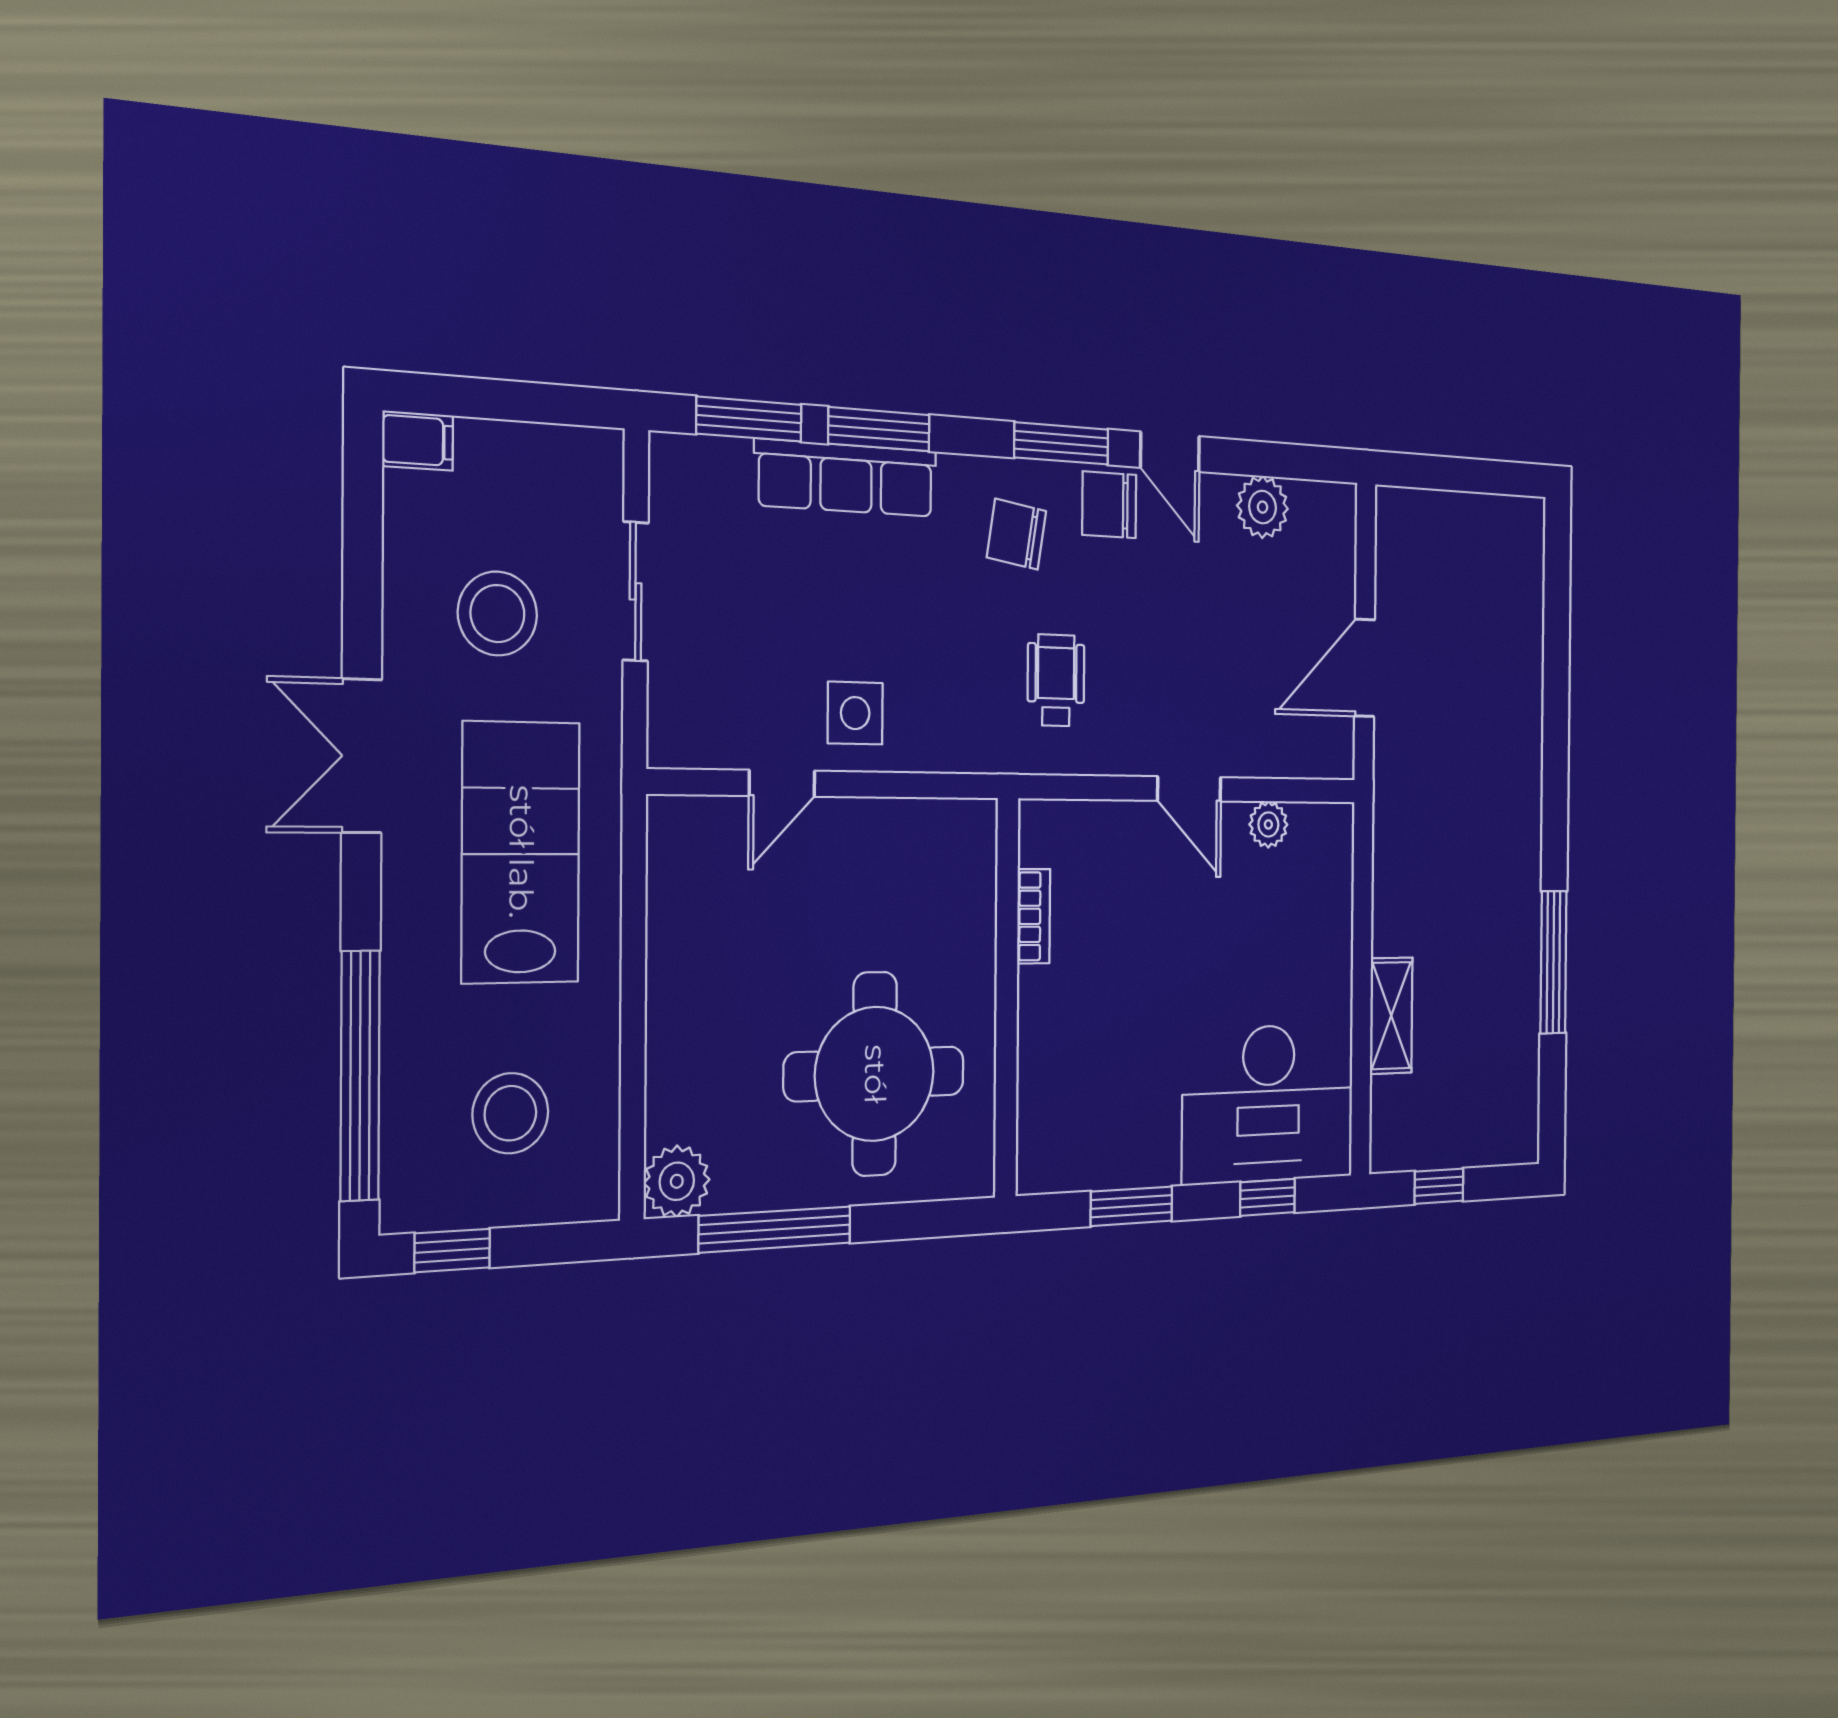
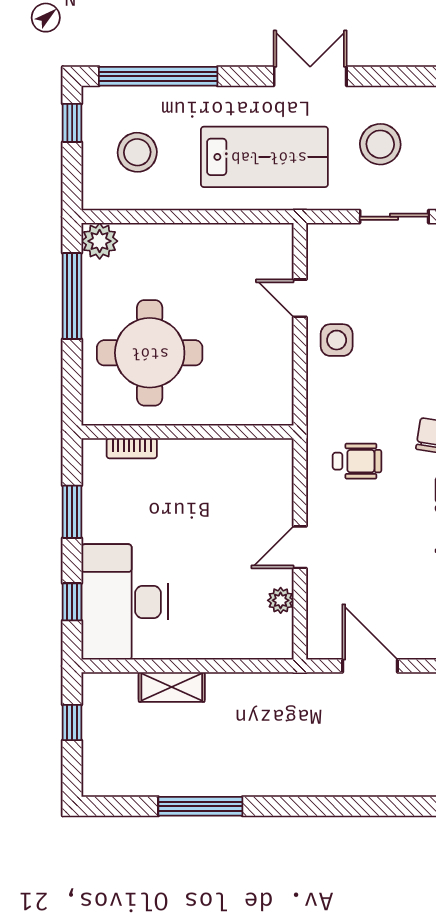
bookcase: (1034, 916) -> (132, 448), moved

